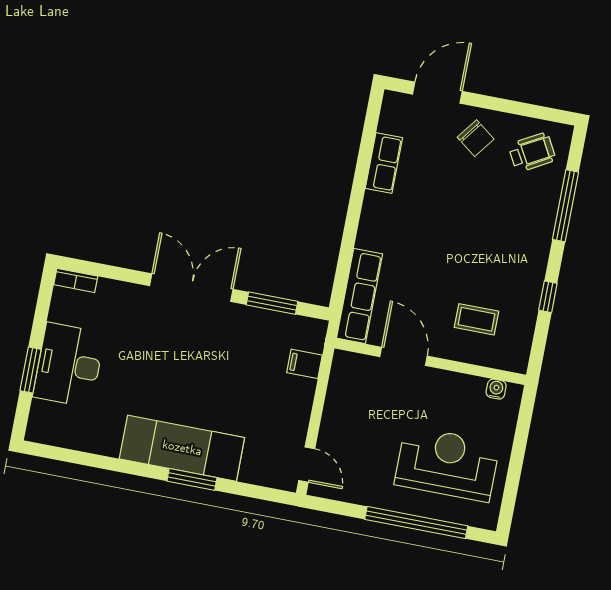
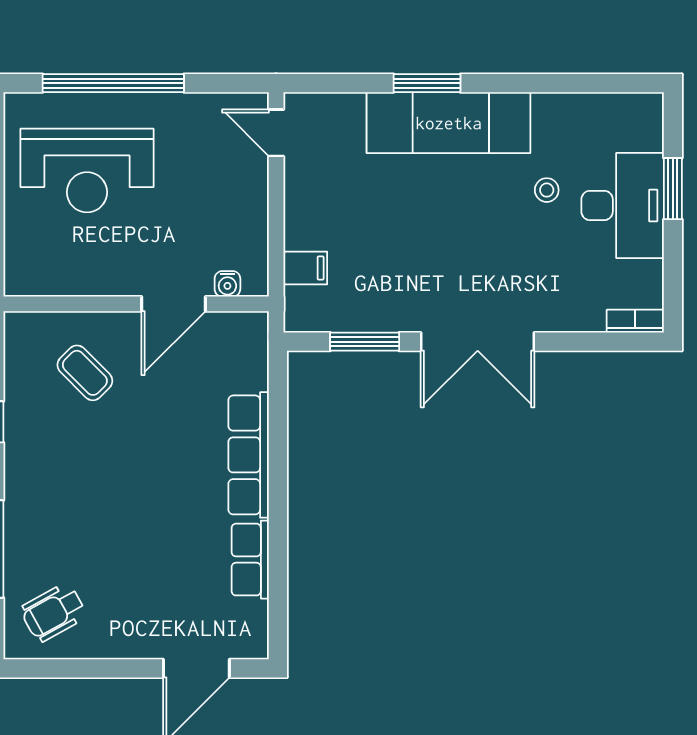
chair: (476, 138) -> (133, 617), removed
row of seats: (359, 296) -> (249, 455), moved
coffee table: (476, 319) -> (85, 373), turned 45
door: (404, 356) -> (174, 304), hinge flipped
stool: (121, 386) -> (547, 190), added
water cooler: (496, 389) -> (227, 284), moved

